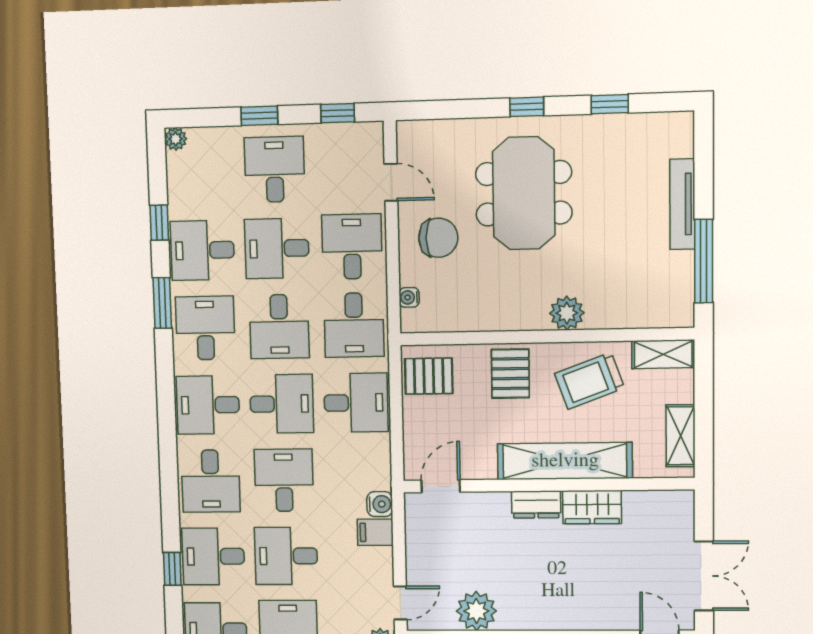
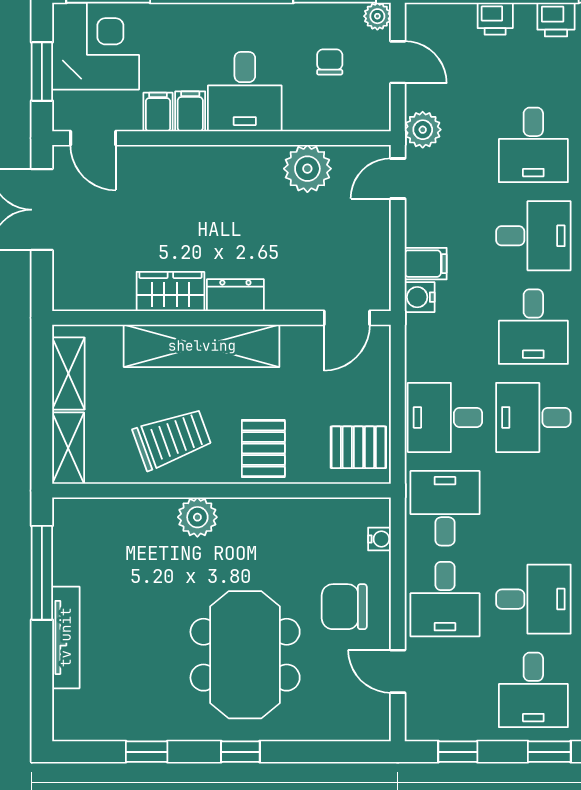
desk: (279, 327) -> (533, 508), removed
shelving: (663, 354) -> (68, 448), moved, turned 90

